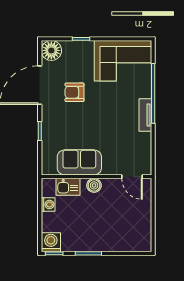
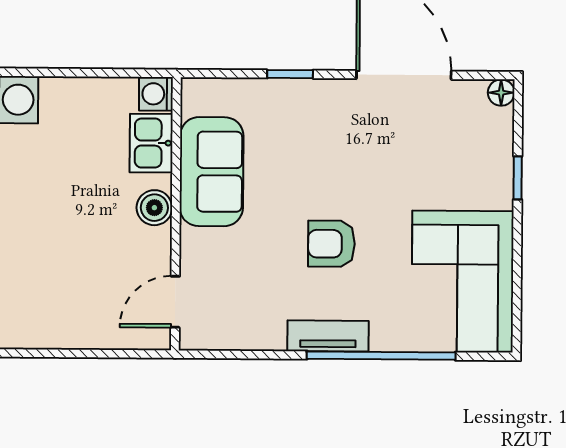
floor lamp: (51, 50) -> (501, 93), width x0.53, depth x0.53
armchair: (75, 92) -> (331, 244), moved, turned -90
washing machine: (48, 205) -> (156, 94), moved, turned 90

